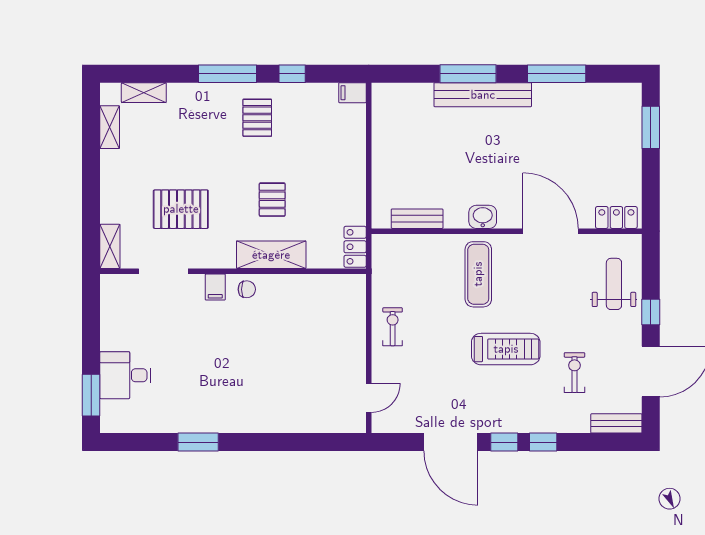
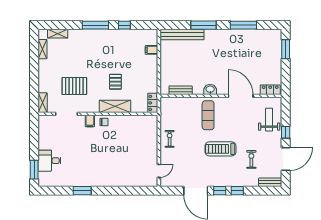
filing cabinet: (353, 93) -> (152, 50), moved
bench: (483, 95) -> (182, 35), moved
pallet: (257, 118) -> (109, 45), removed
treadmill: (506, 349) -> (220, 149), turned 180

